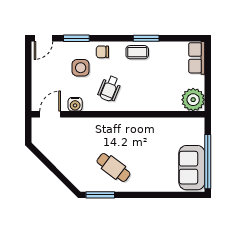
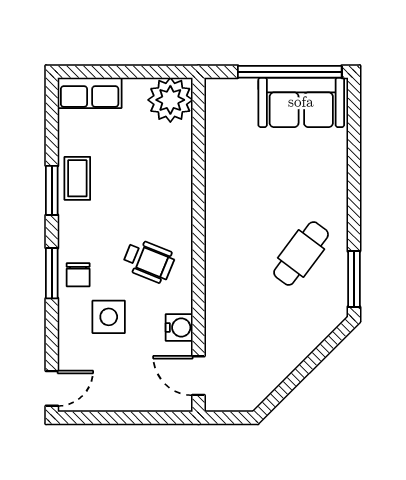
door: (43, 38) -> (52, 388), hinge flipped
window: (76, 38) -> (52, 273), moved
coffee table: (137, 52) -> (77, 178), moved

